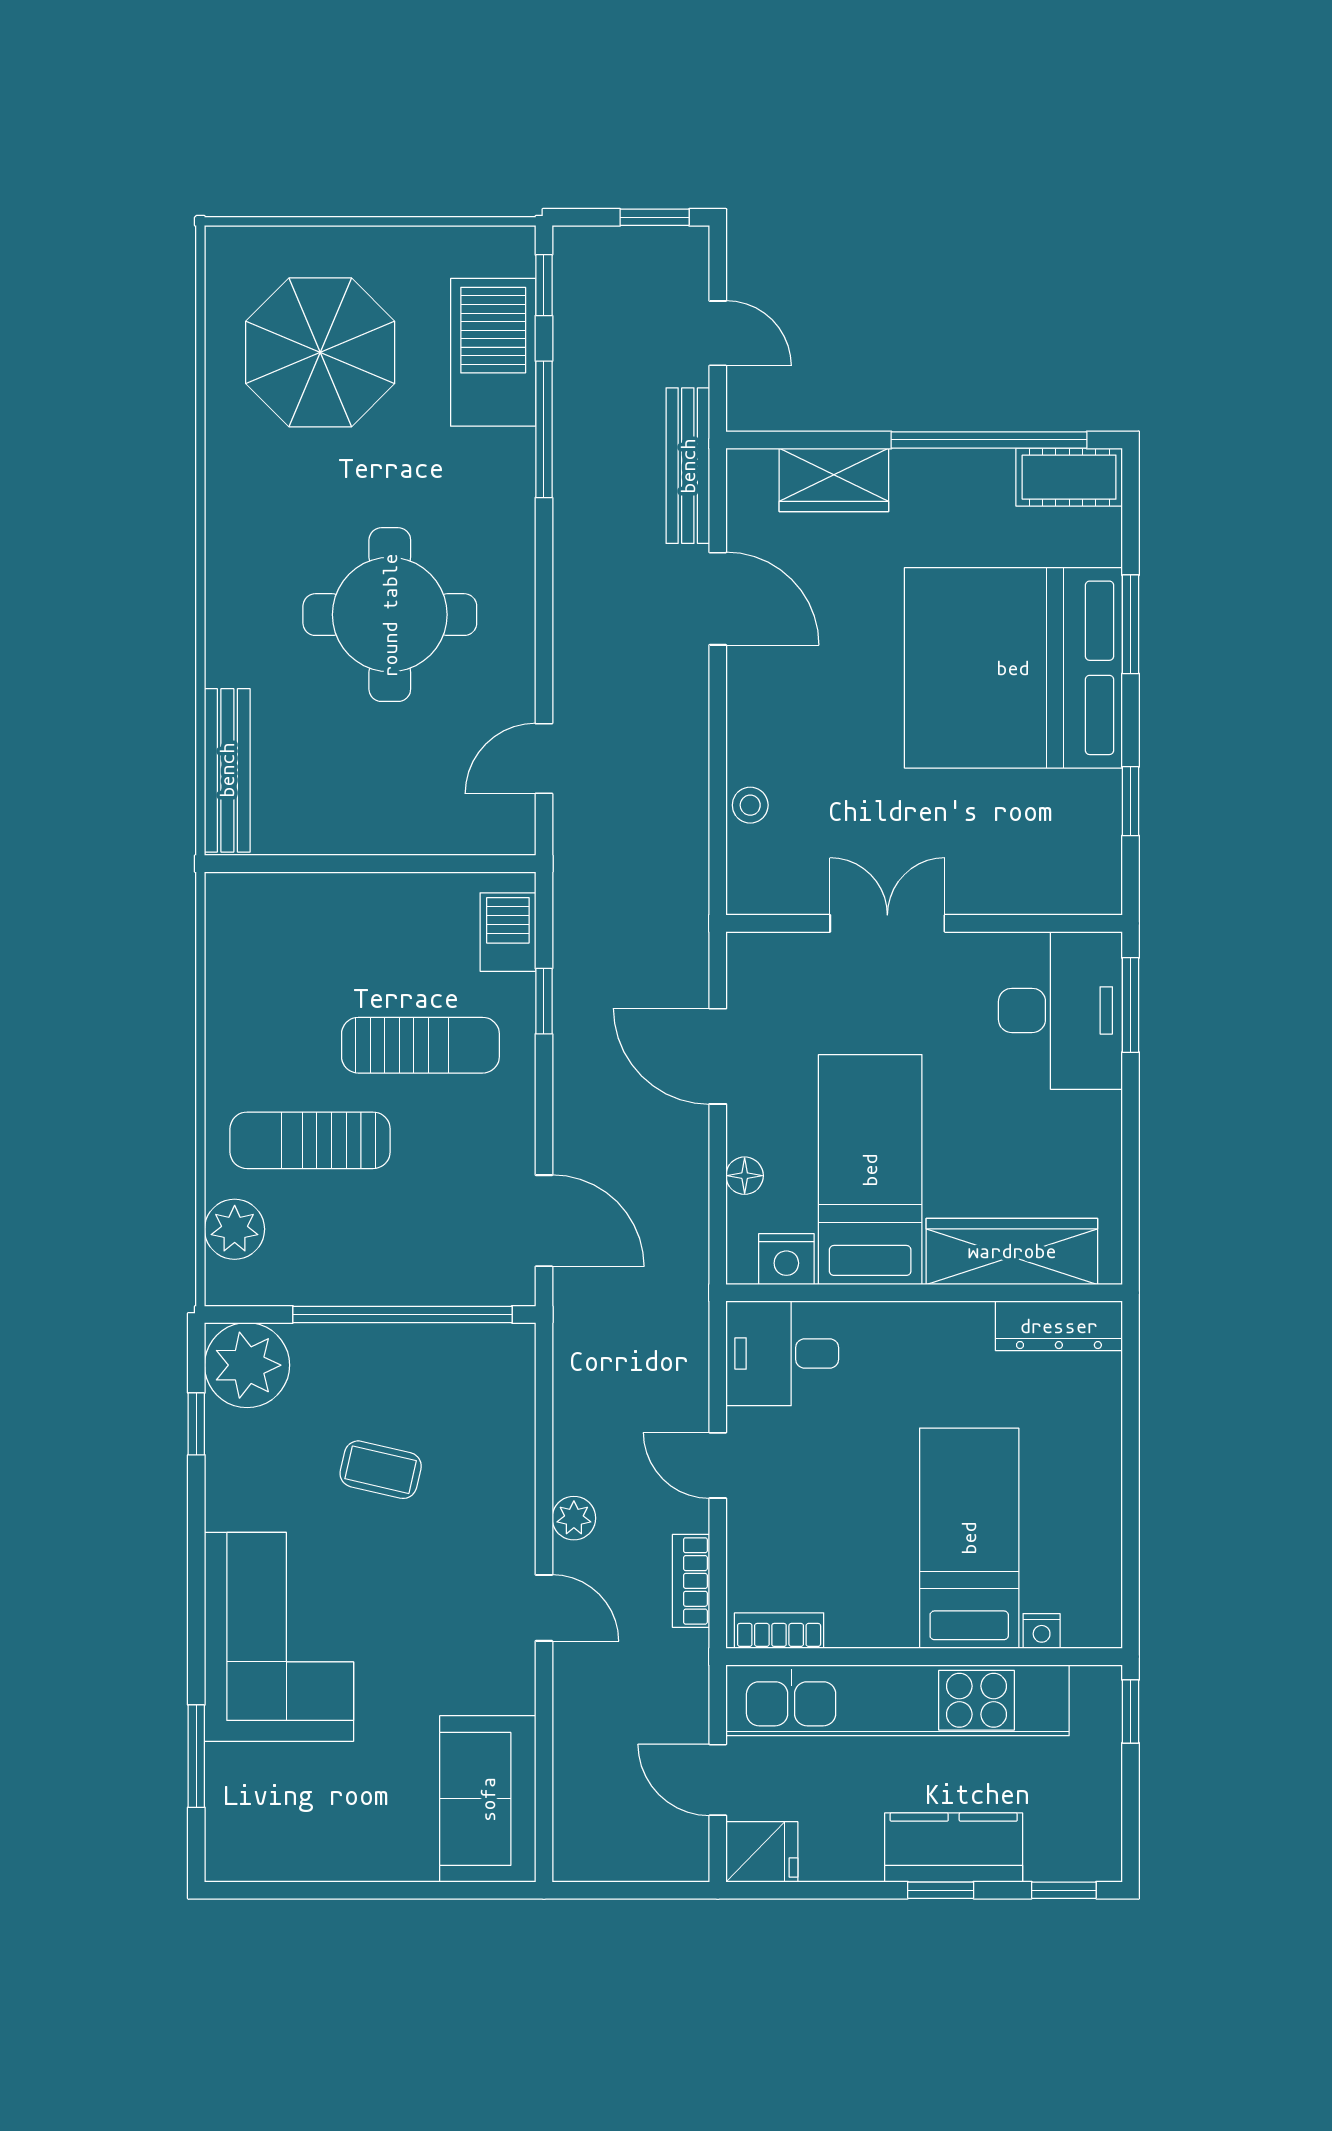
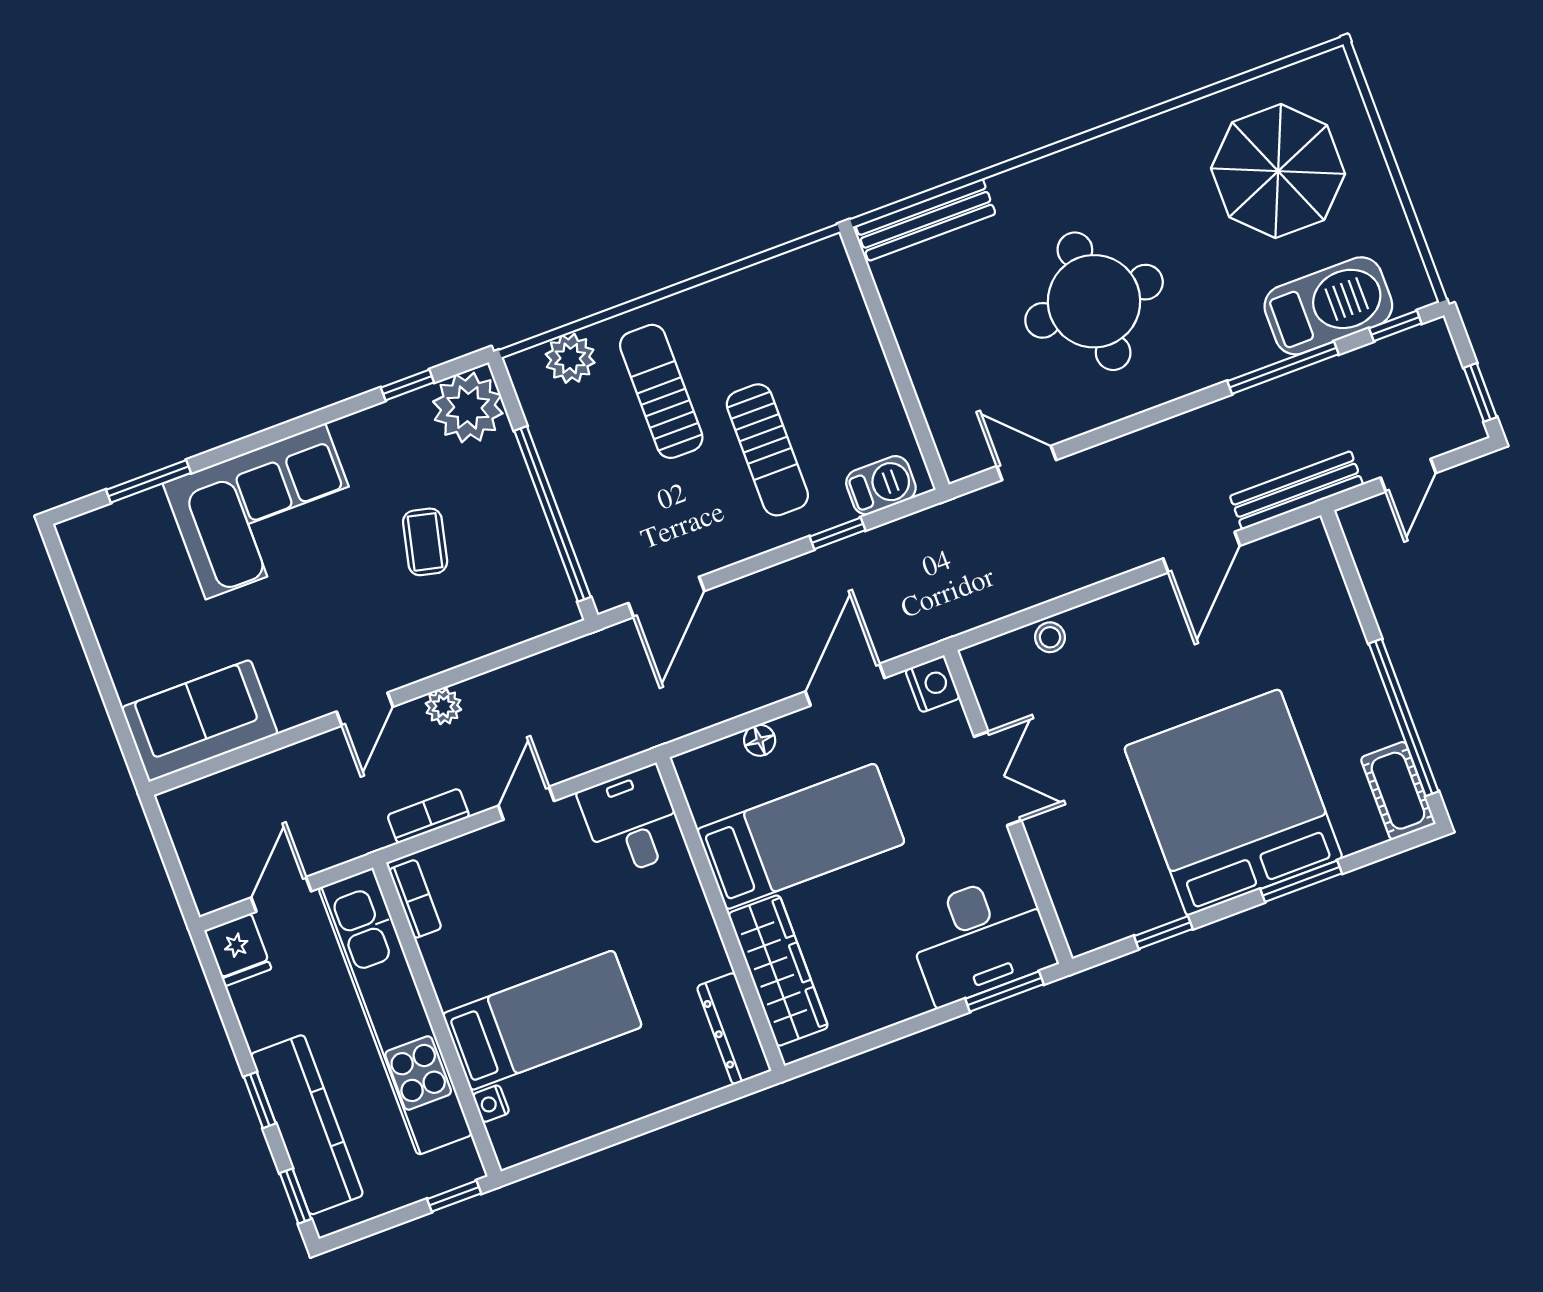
wardrobe: (834, 480) -> (1328, 608), removed
nightstand: (786, 1259) -> (933, 684), moved, turned 180
kitchen counter: (954, 1847) -> (307, 1125), width x1.50

